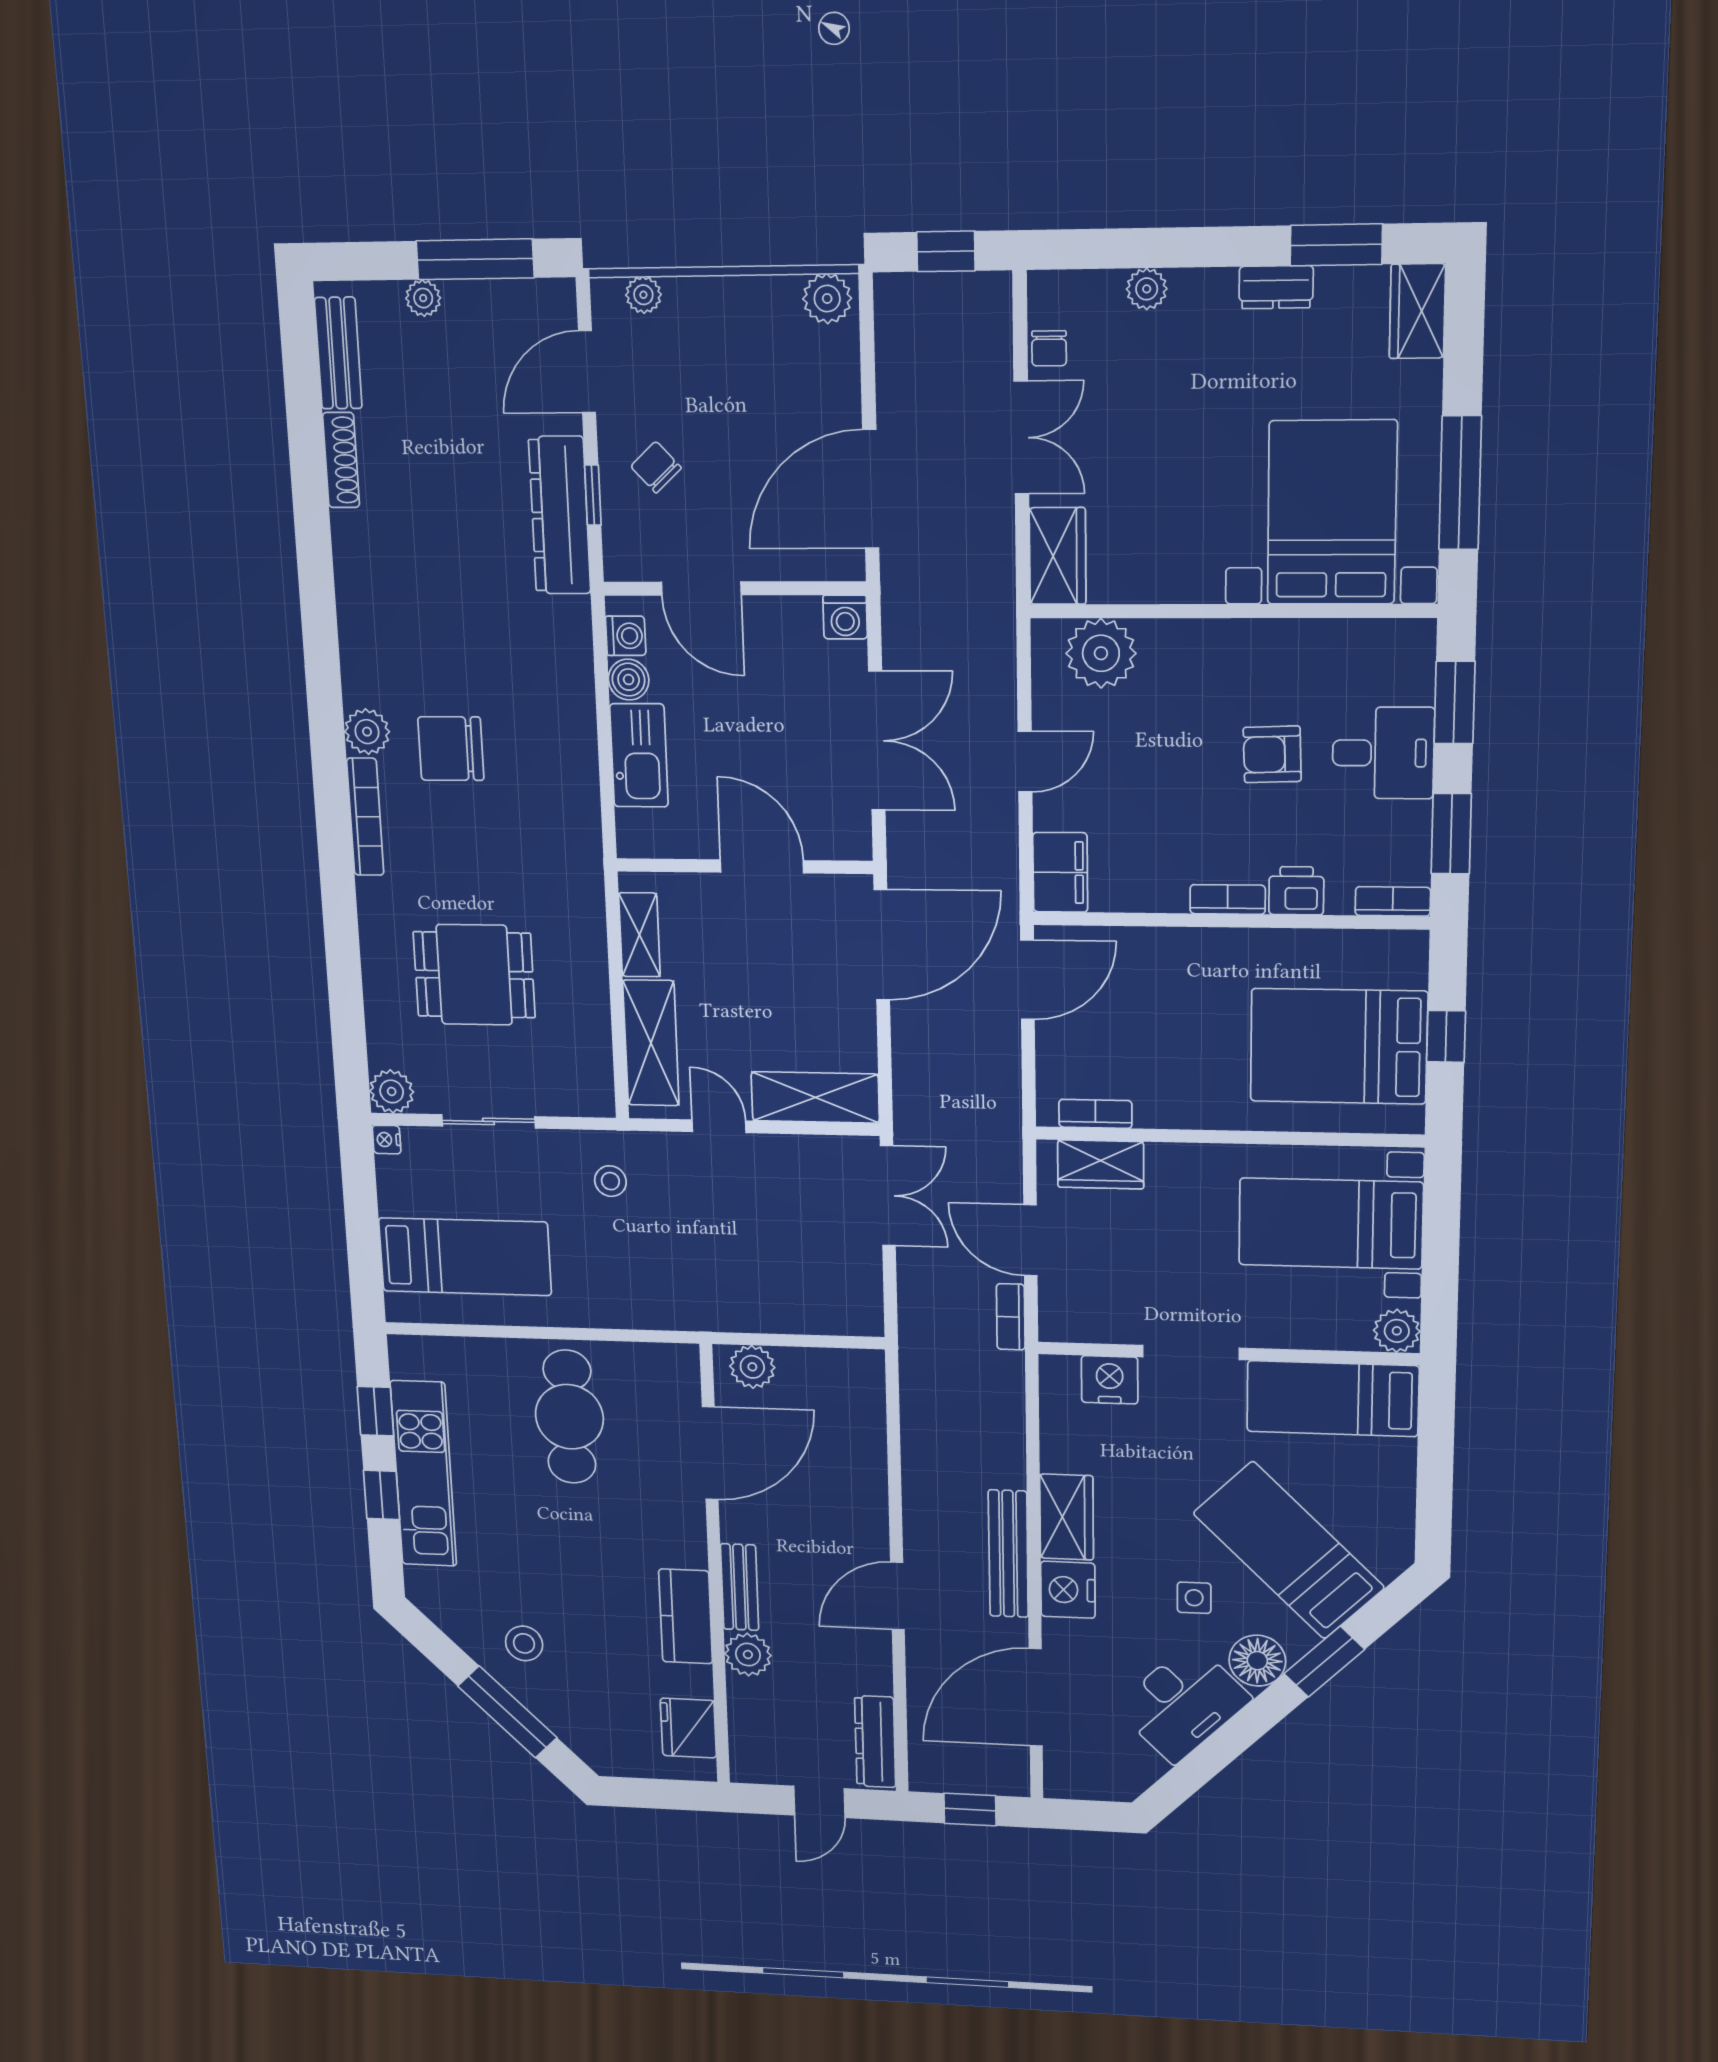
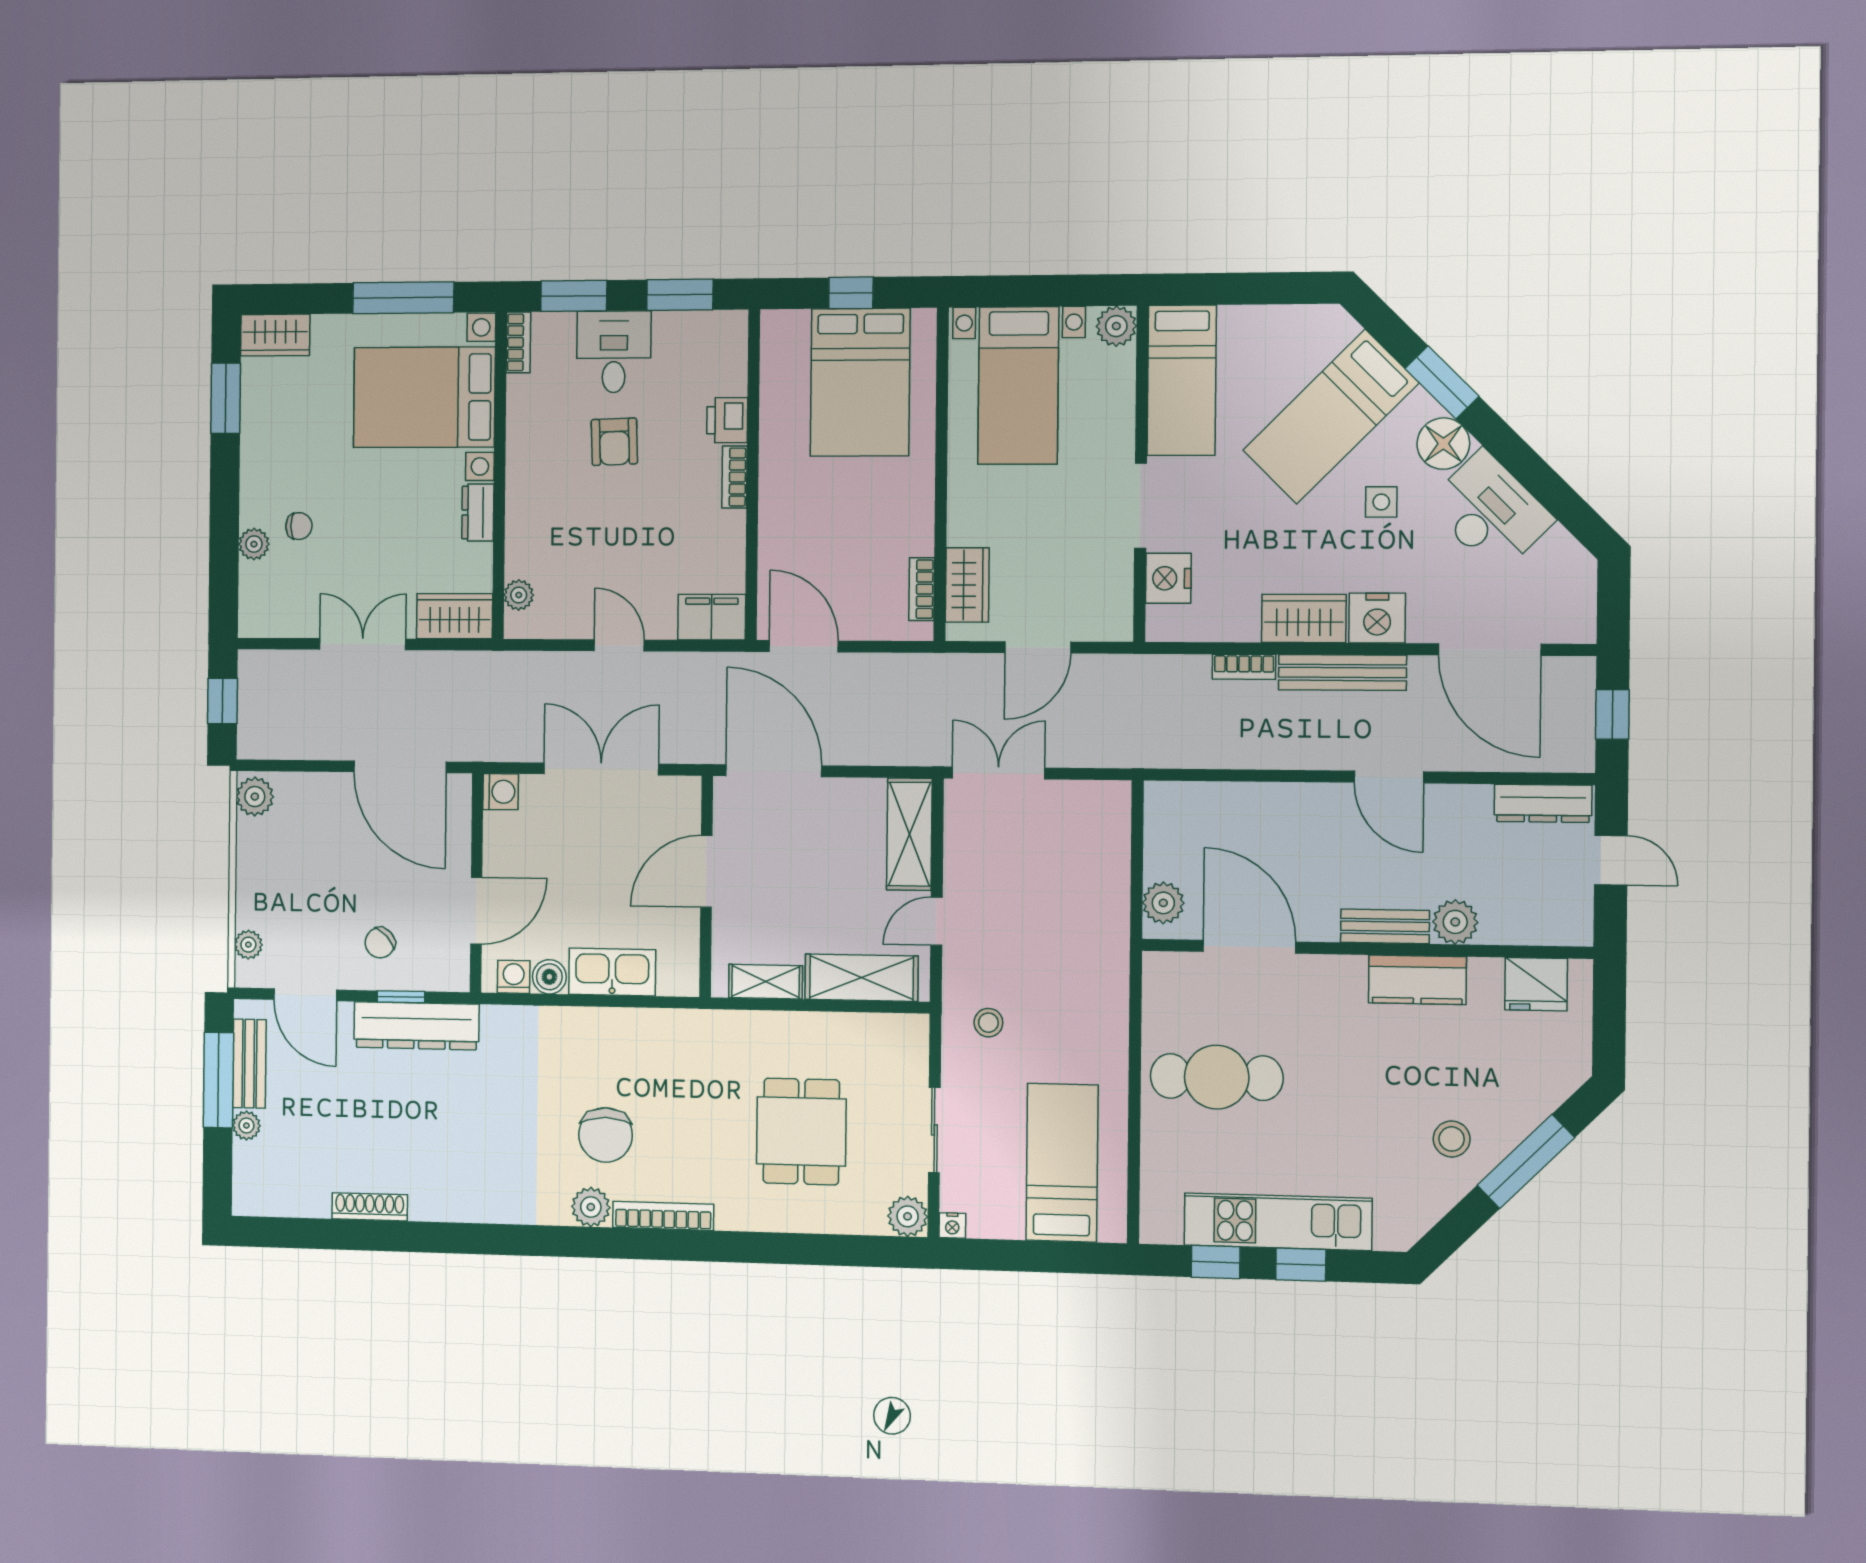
dresser: (1276, 287) -> (478, 513), moved, turned 180
chair: (1049, 348) -> (299, 526), moved
bench: (338, 353) -> (249, 1064), moved, turned 90
plant: (1101, 653) -> (519, 595), width x0.53, depth x0.53
bookcase: (1393, 901) -> (518, 342), moved, turned 180
bookcase: (1011, 1317) -> (1244, 667), moved

